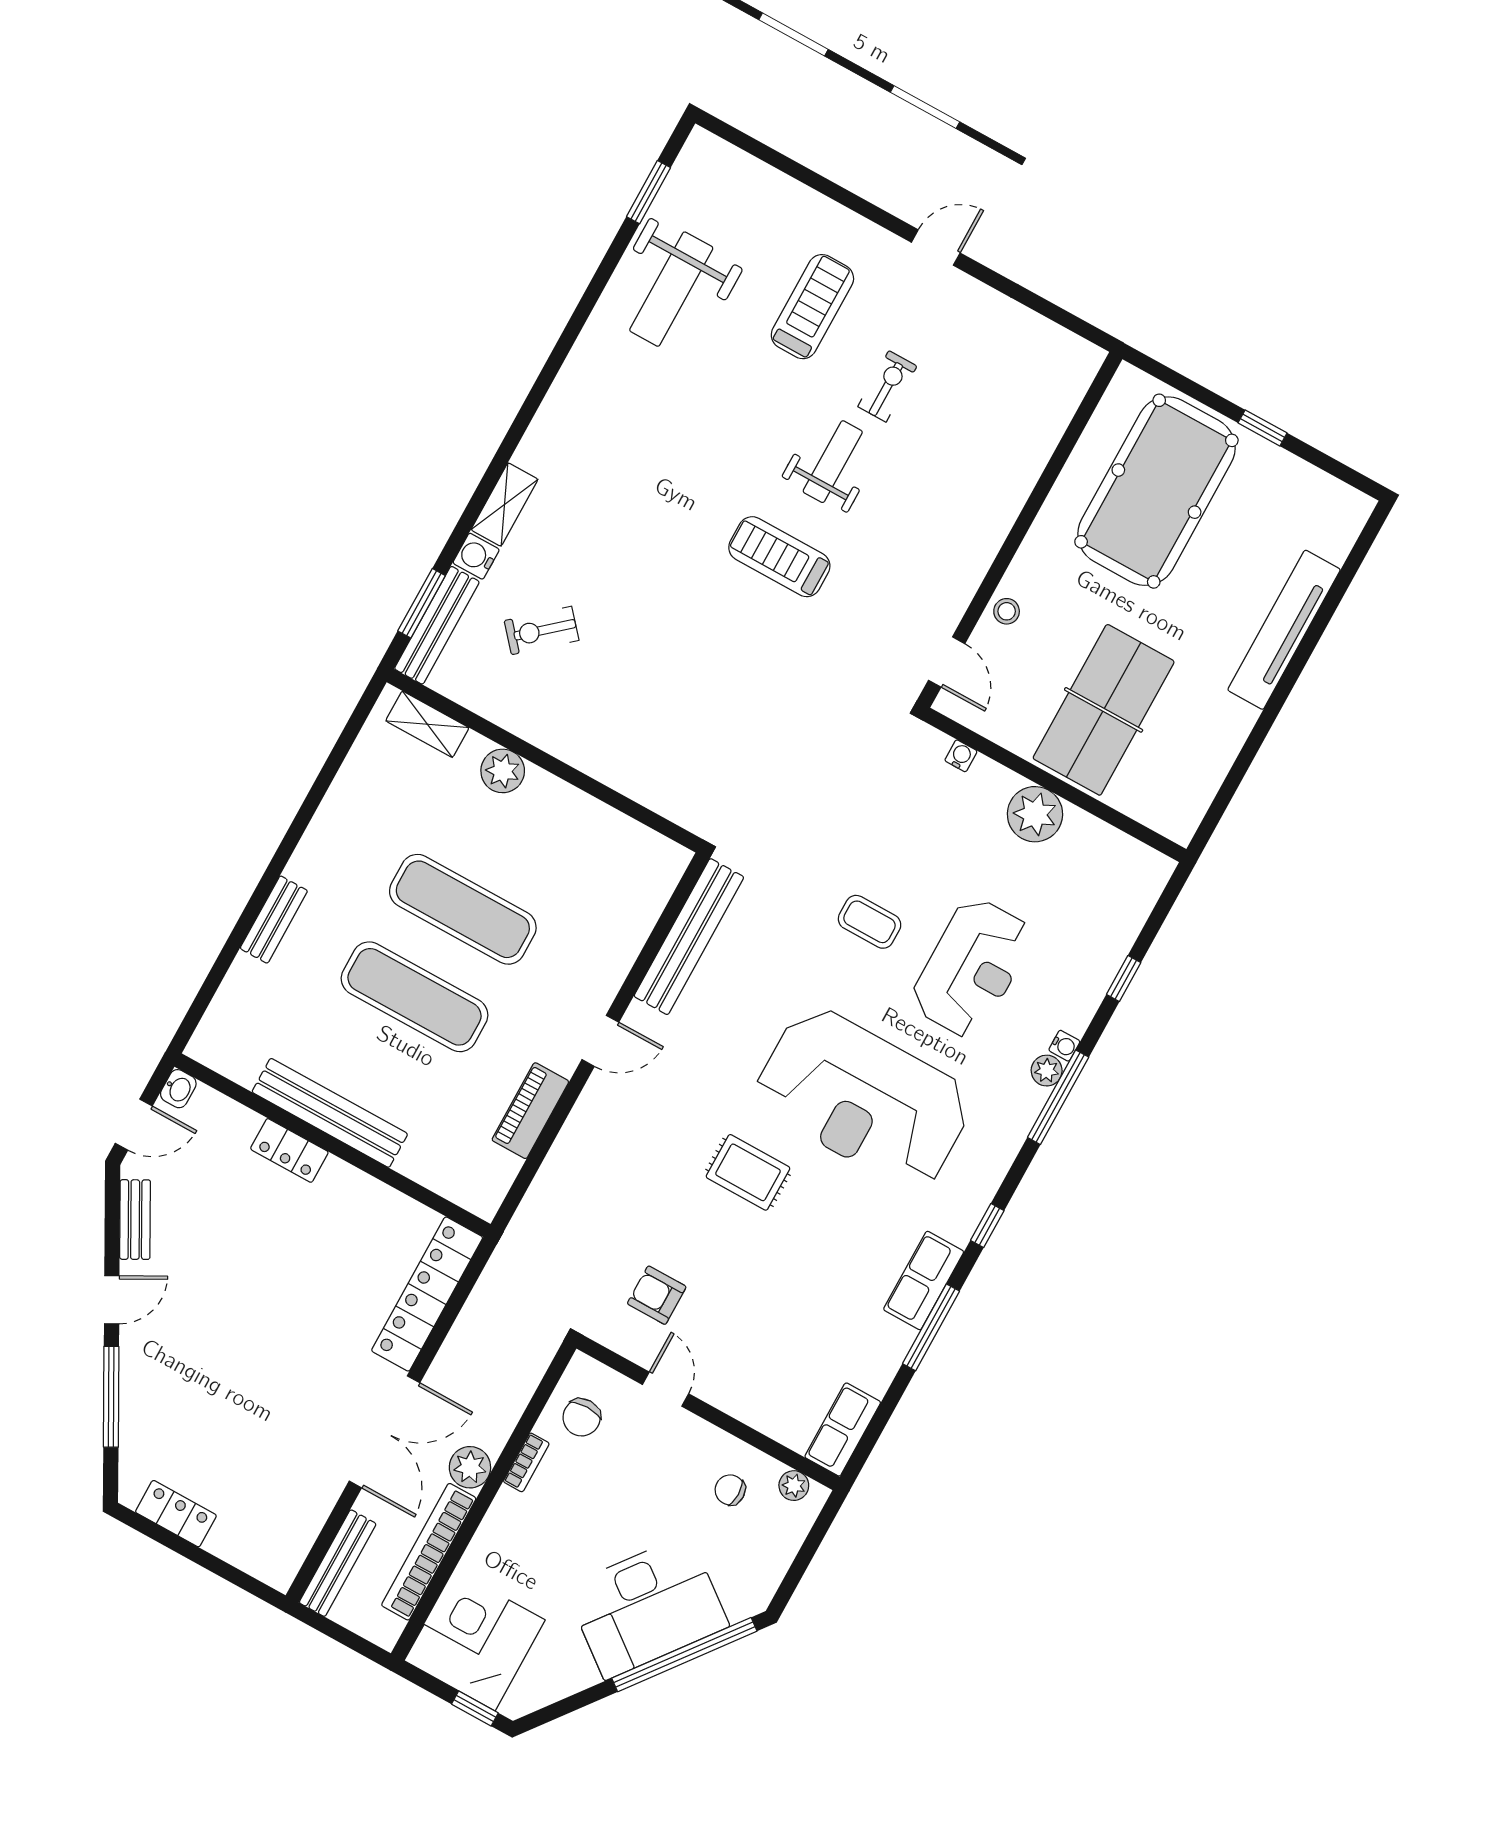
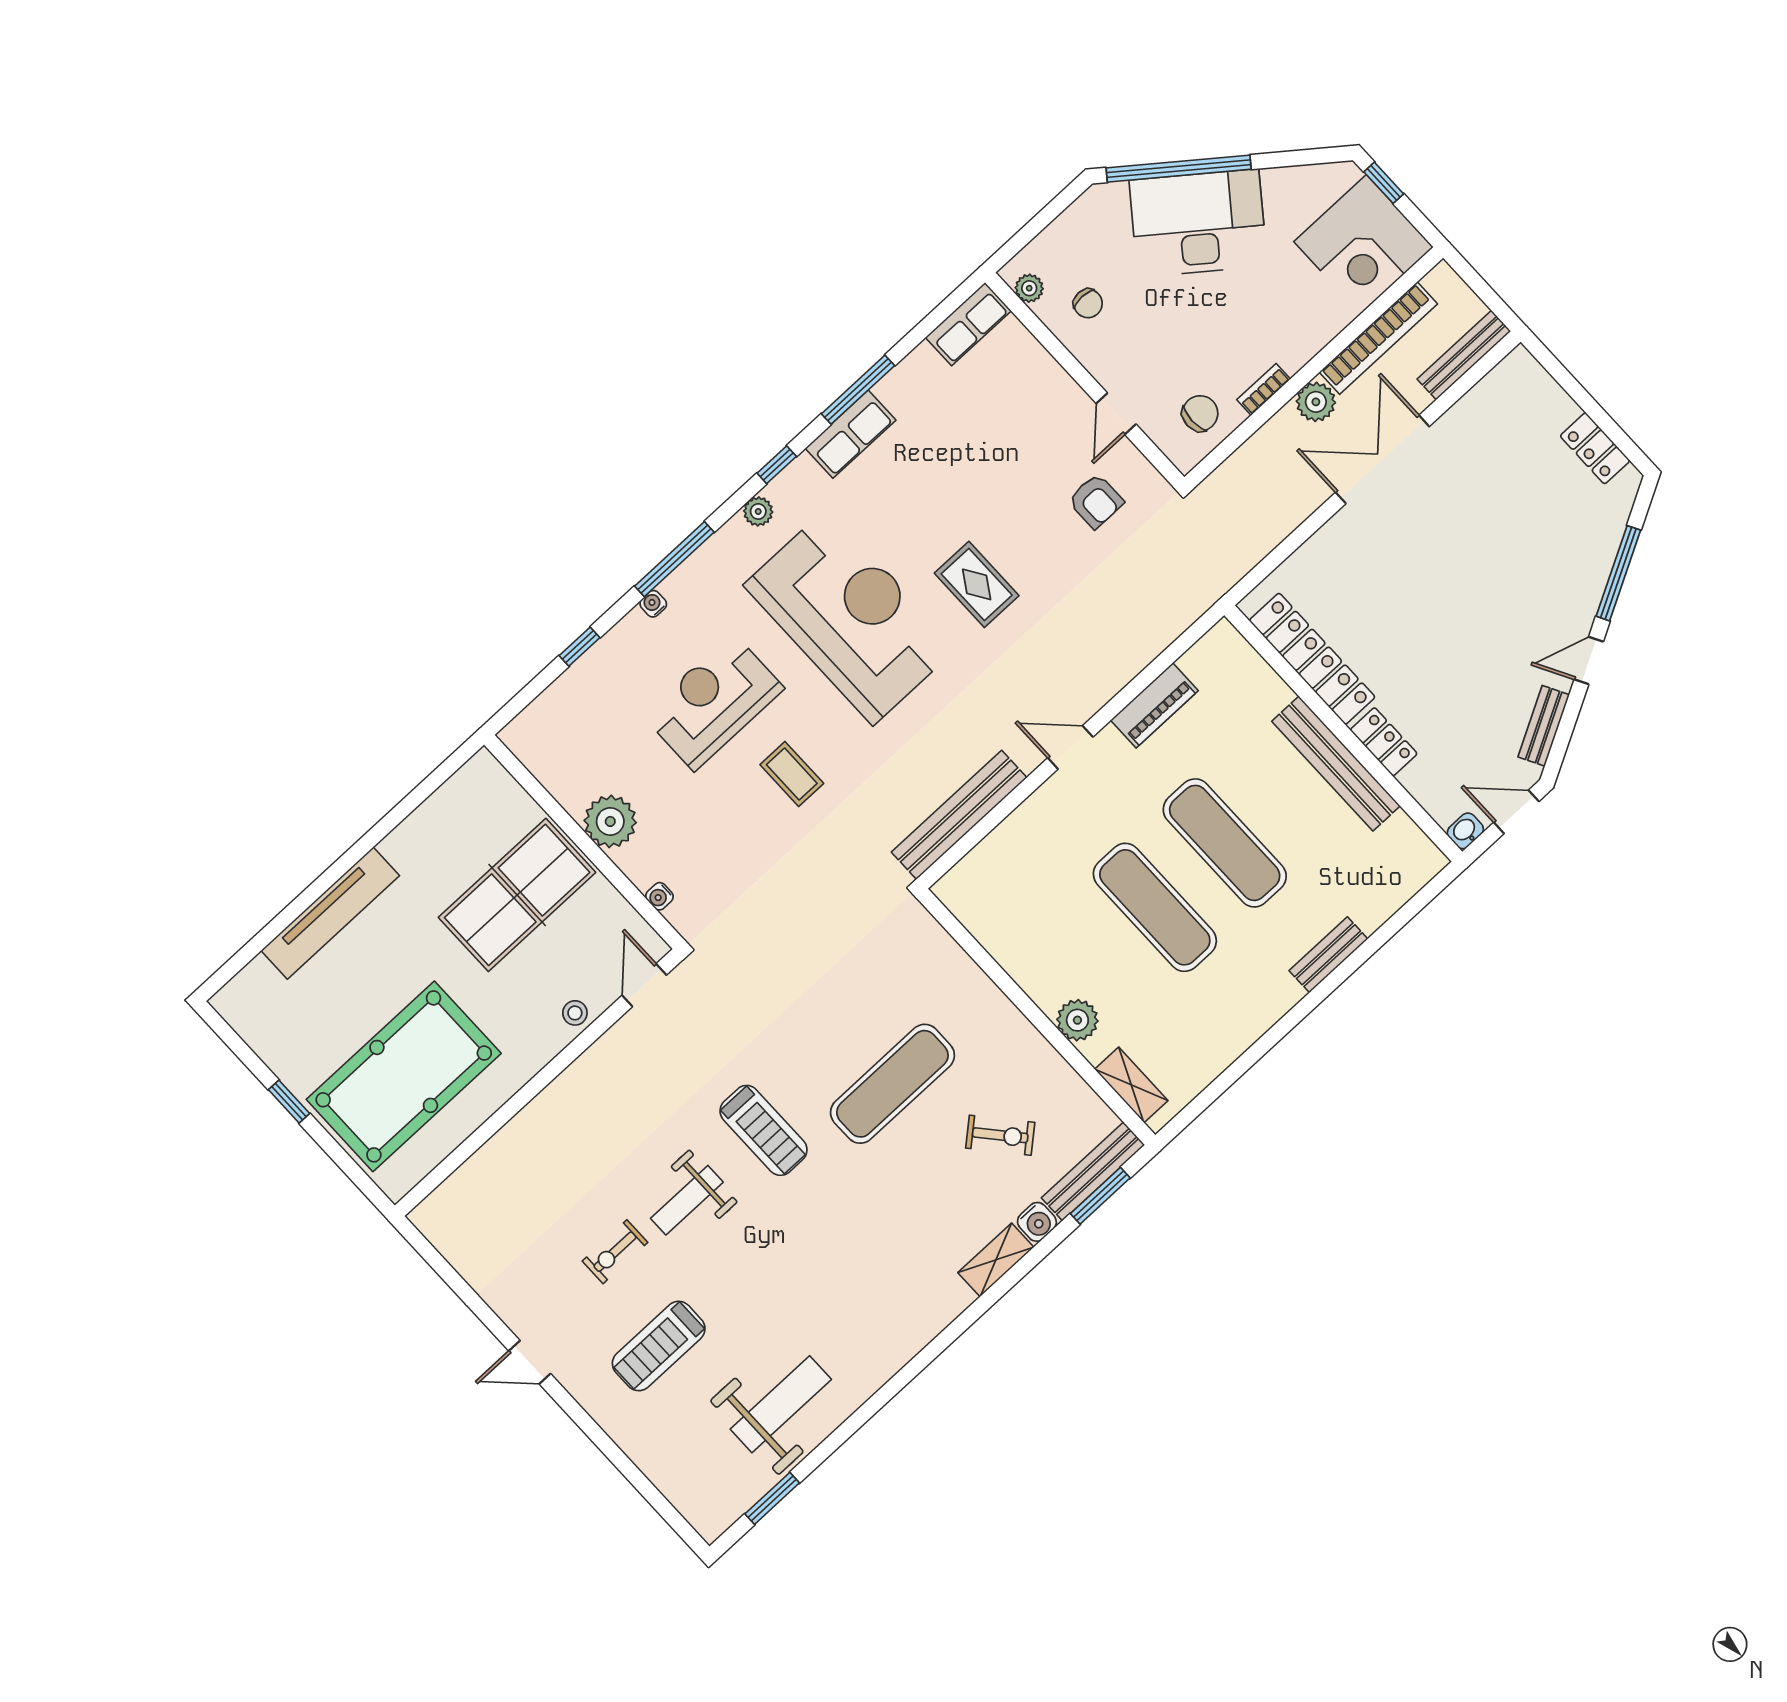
exercise mat: (666, 646) -> (892, 1084), added
plant: (1047, 1071) -> (758, 511), moved
locker: (427, 1294) -> (1312, 659), moved, turned -90

